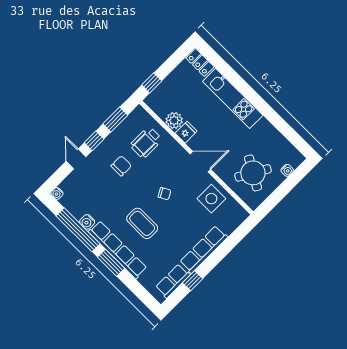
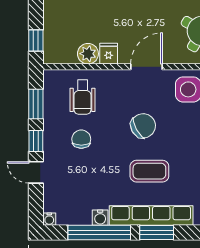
chair: (165, 194) -> (143, 126), width x1.87, depth x1.87

